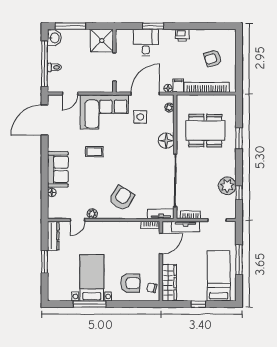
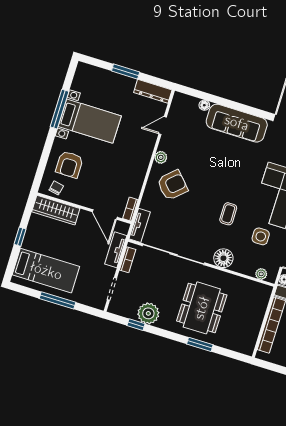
dining table: (205, 131) -> (202, 308), moved
coffee table: (94, 152) -> (228, 214), moved
sofa: (58, 169) -> (237, 123), width x1.36
armchair: (122, 198) -> (172, 185), turned -75
plant: (92, 214) -> (161, 157), moved
door: (78, 220) -> (163, 125), hinge flipped

